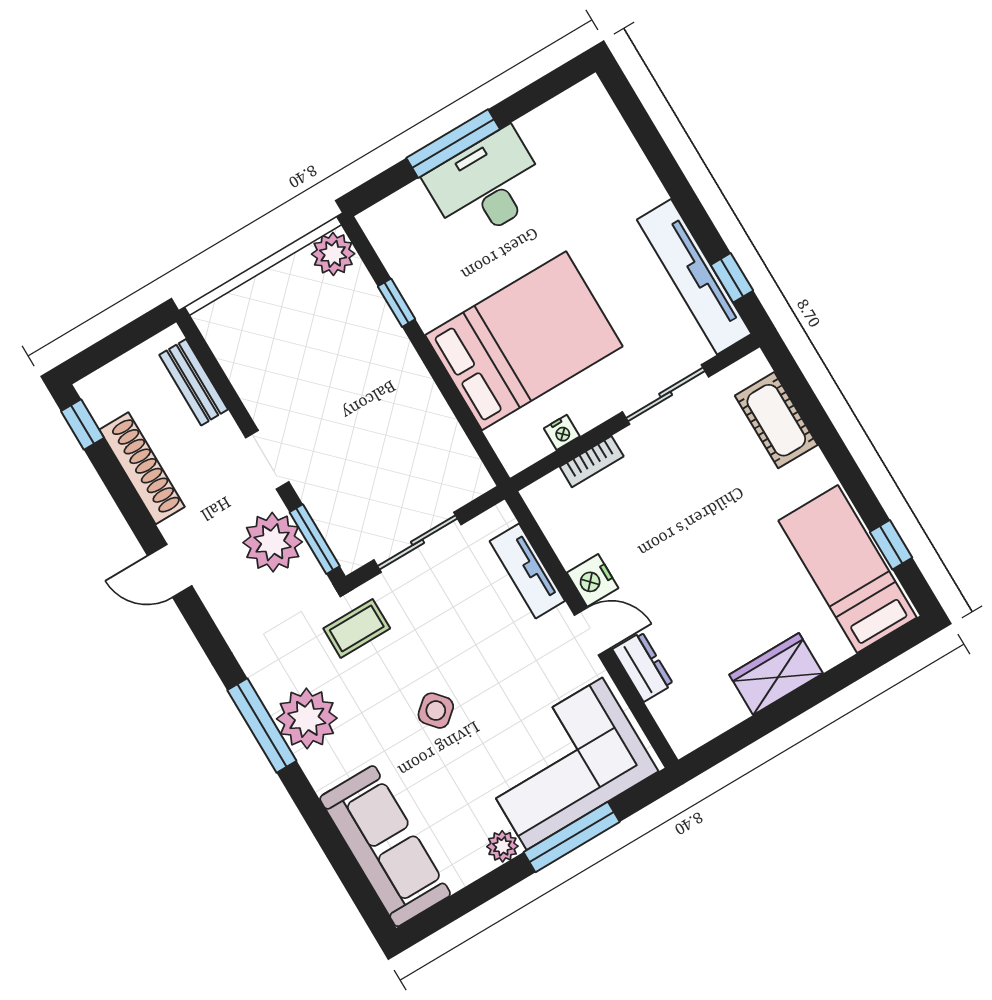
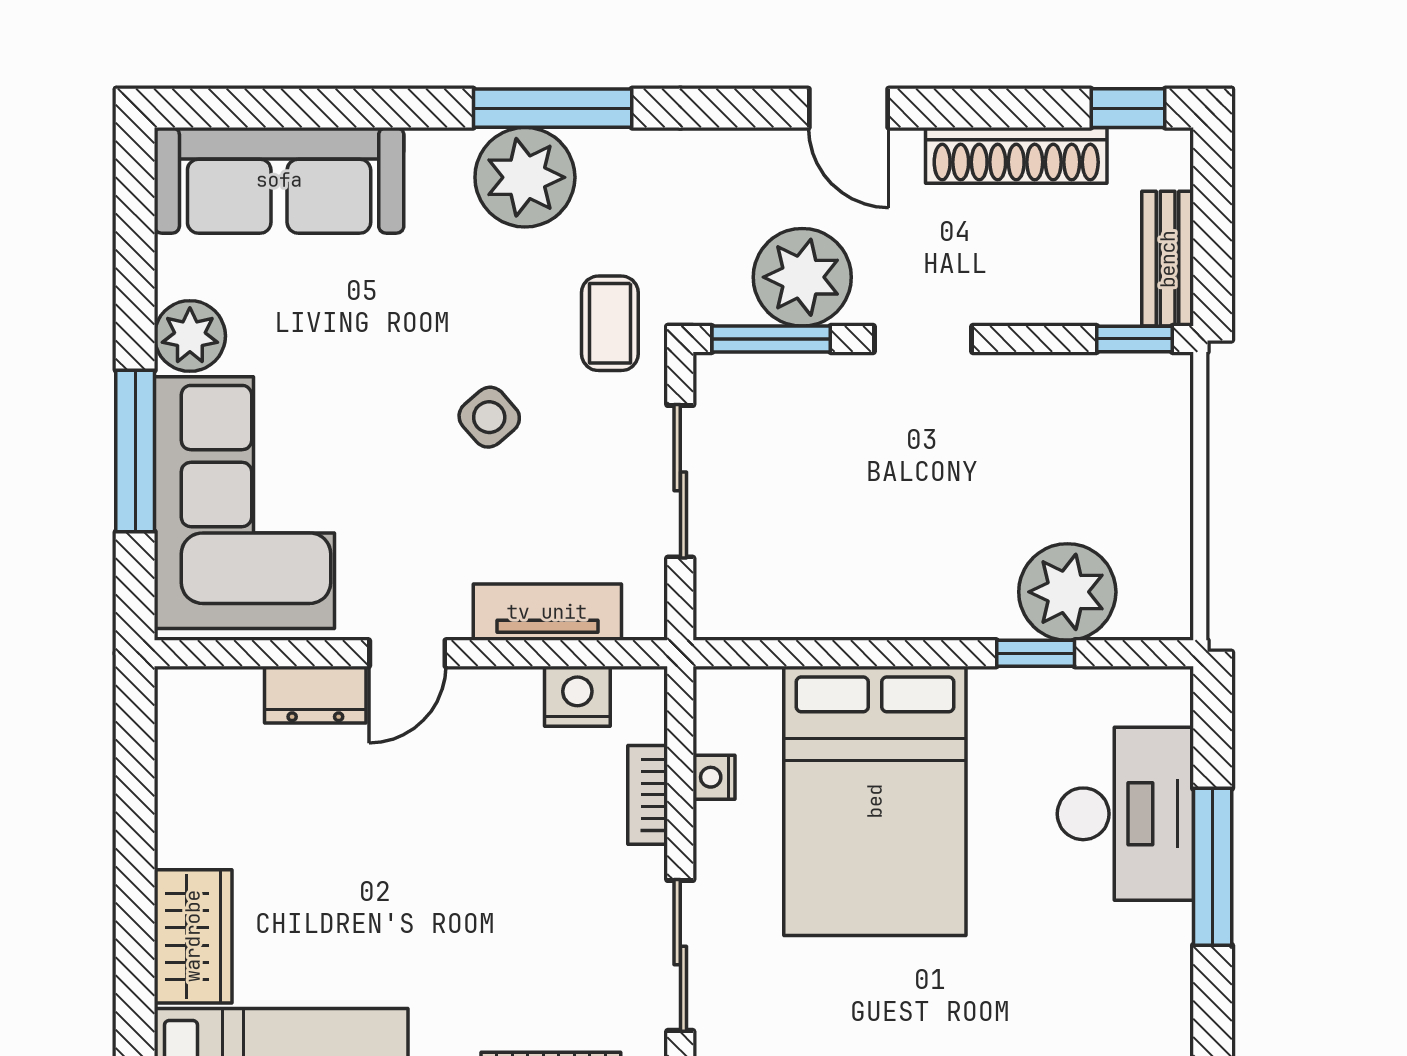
desk: (487, 185) -> (1125, 814), moved
plant: (333, 254) -> (1067, 592), moved, width x1.36, depth x1.36
window: (201, 349) -> (1134, 339), added
bench: (194, 382) -> (1168, 259), moved, turned 90
door: (170, 571) -> (848, 108), swing flipped
nightstand: (593, 580) -> (577, 696), moved
wardrobe: (776, 674) -> (193, 936), moved
side table: (436, 711) -> (489, 417), moved
plant: (502, 846) -> (190, 336), width x1.38, depth x1.38

